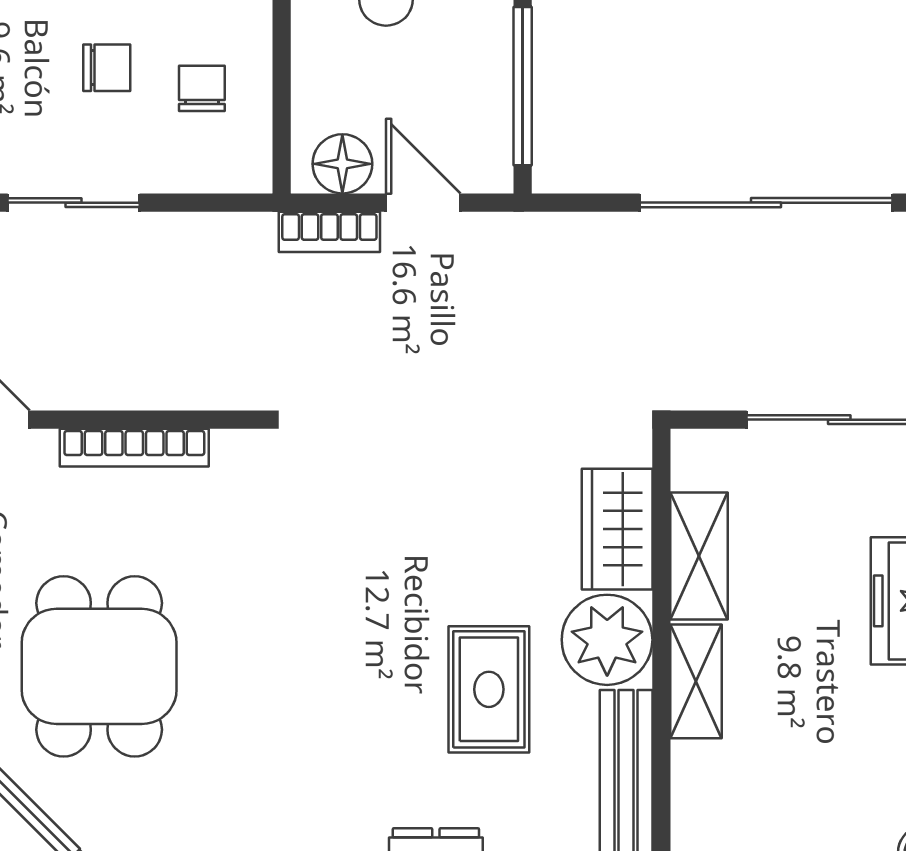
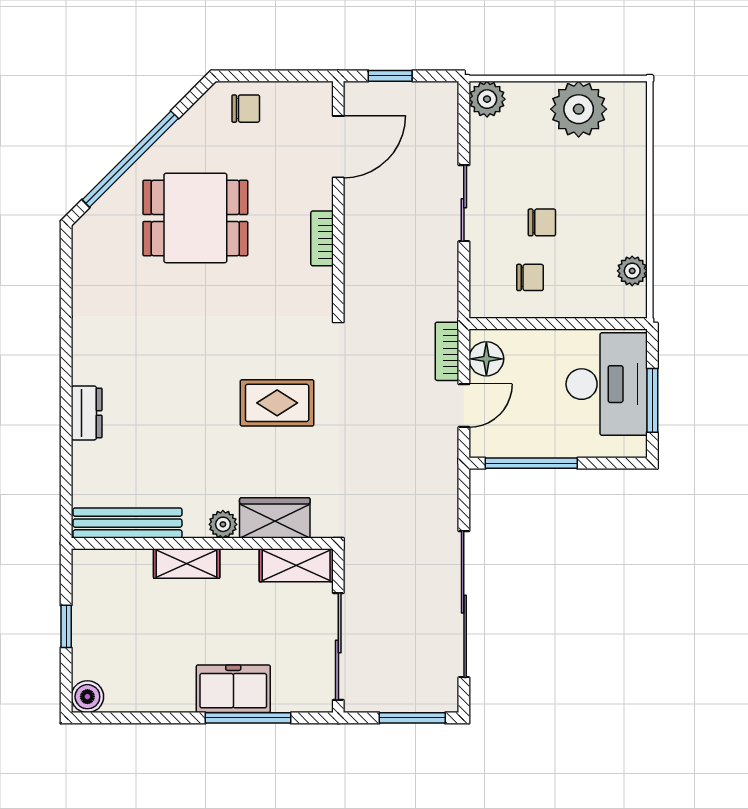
chair: (107, 68) -> (542, 222), turned -90
bookcase: (134, 448) -> (322, 238), width x0.64
shelving: (699, 556) -> (296, 565), moved
plant: (607, 640) -> (223, 524), width x0.53, depth x0.53
rug: (489, 689) -> (277, 403), moved

